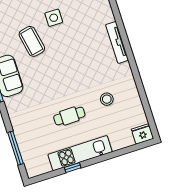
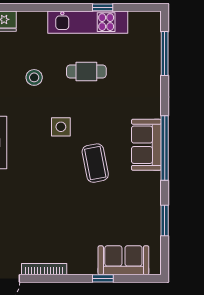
side table: (54, 18) -> (61, 127), moved
coffee table: (32, 41) -> (95, 163), moved

